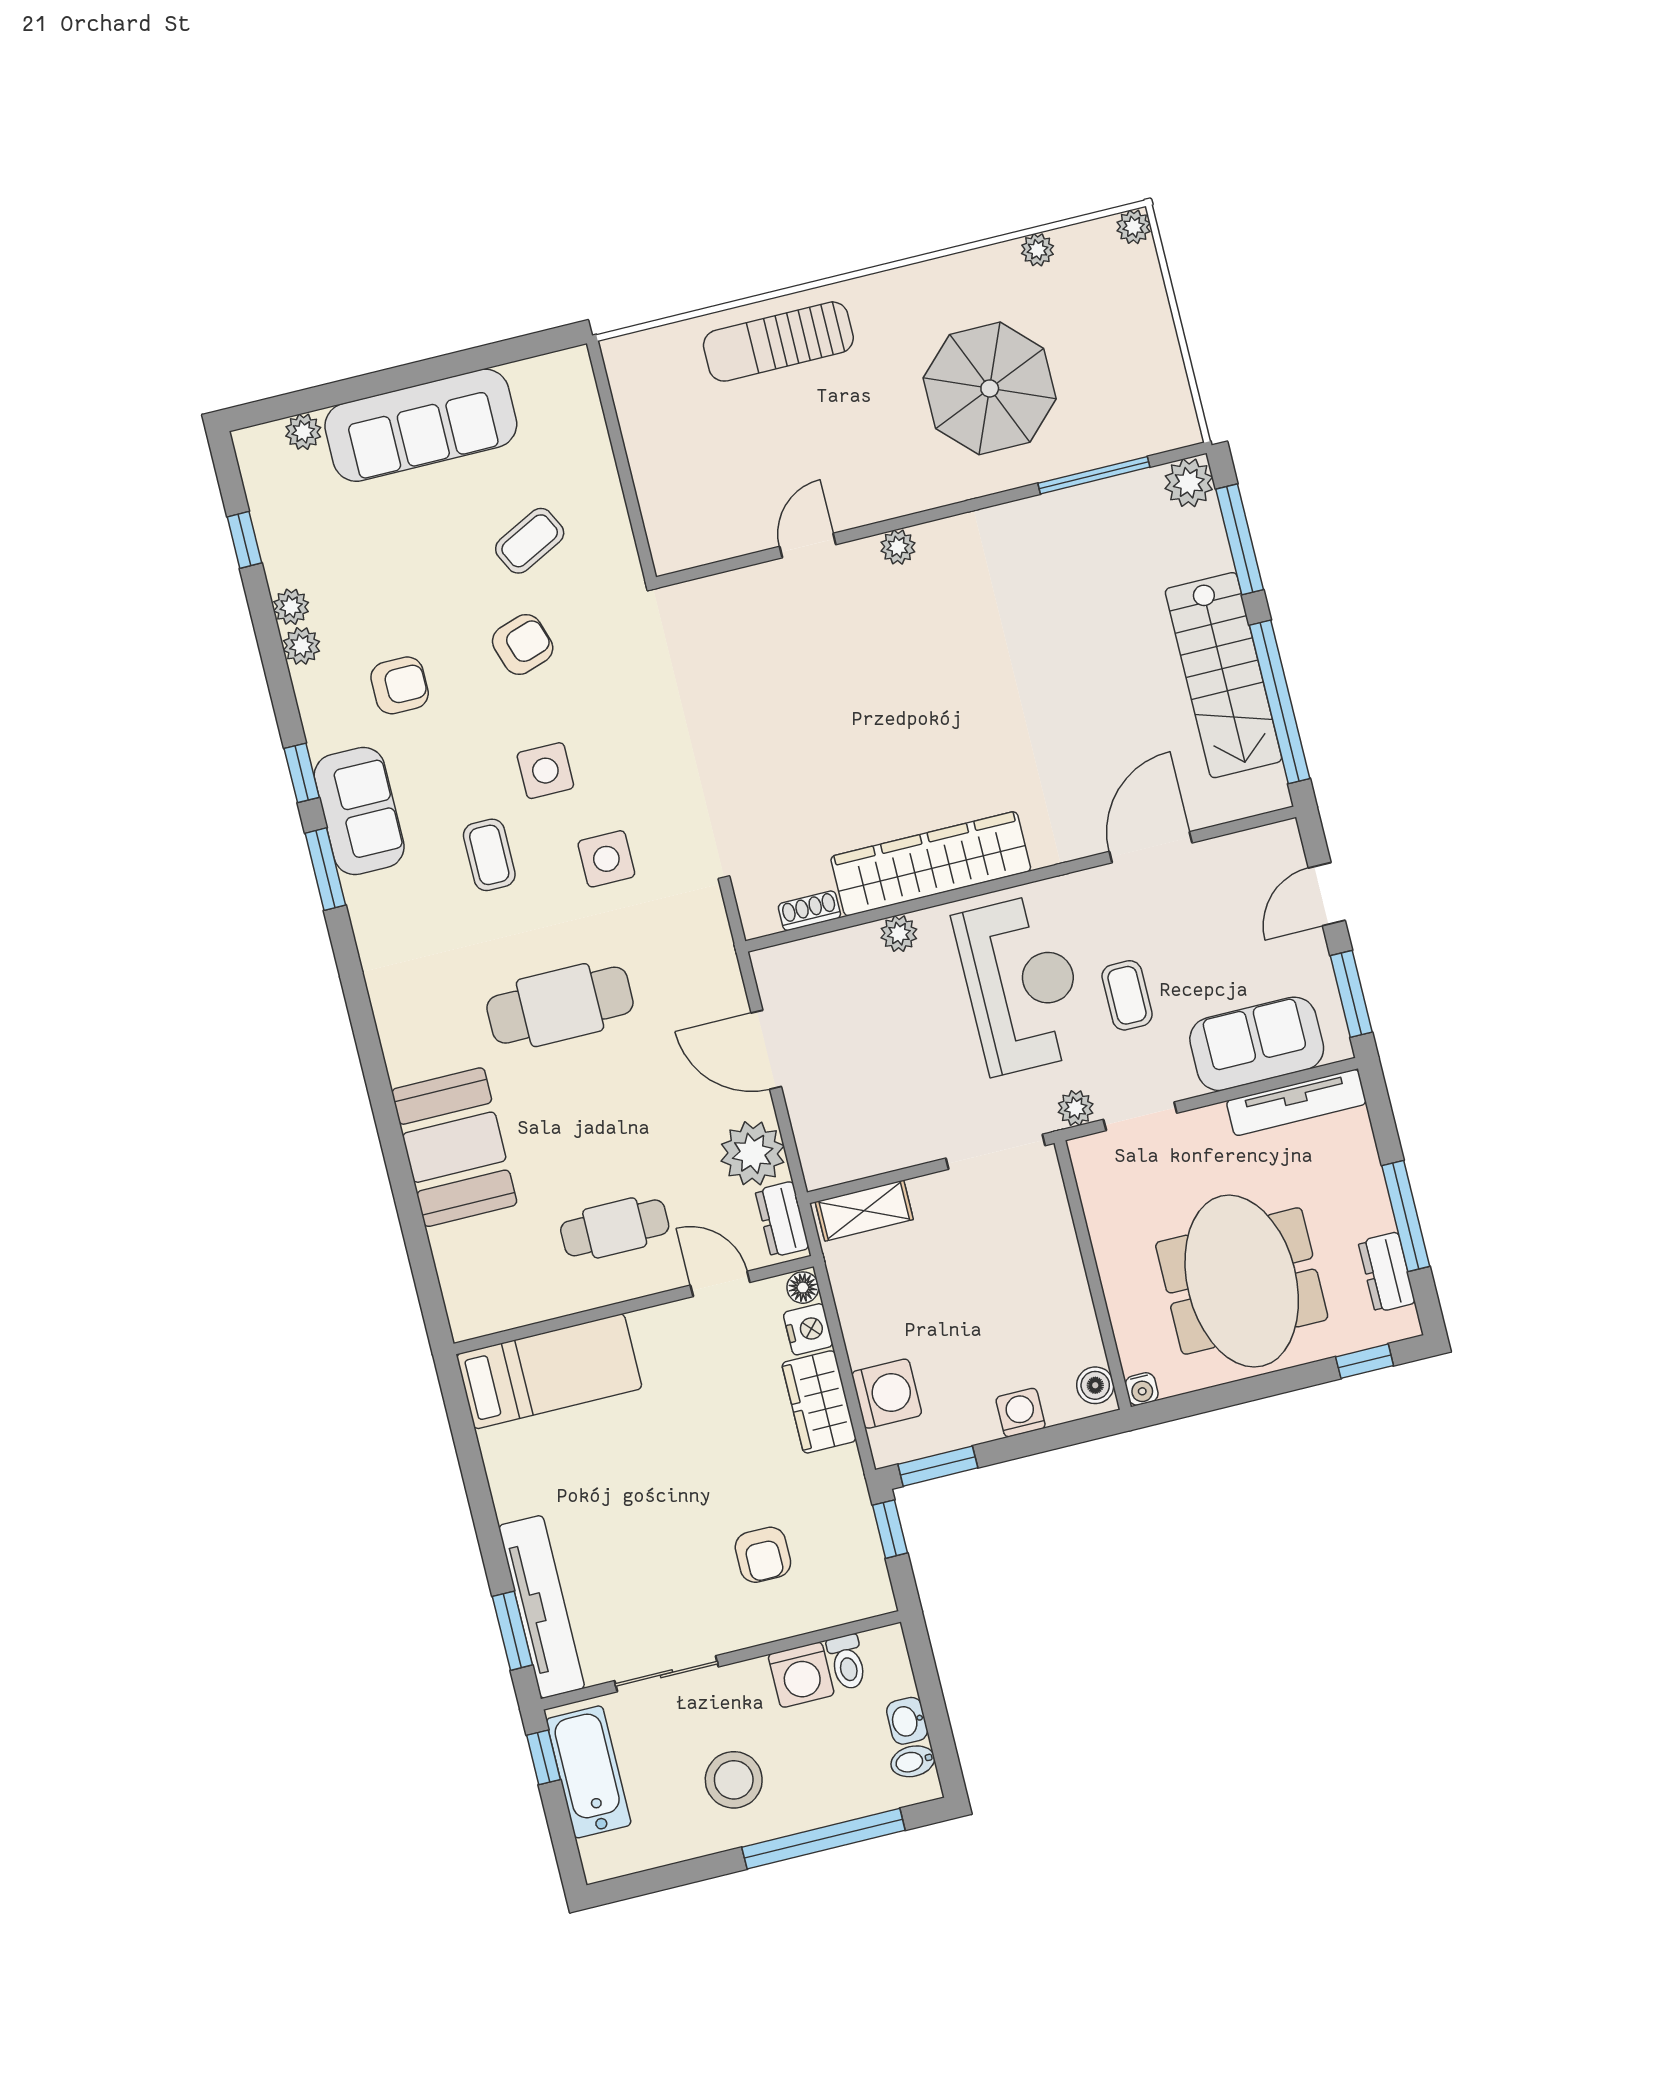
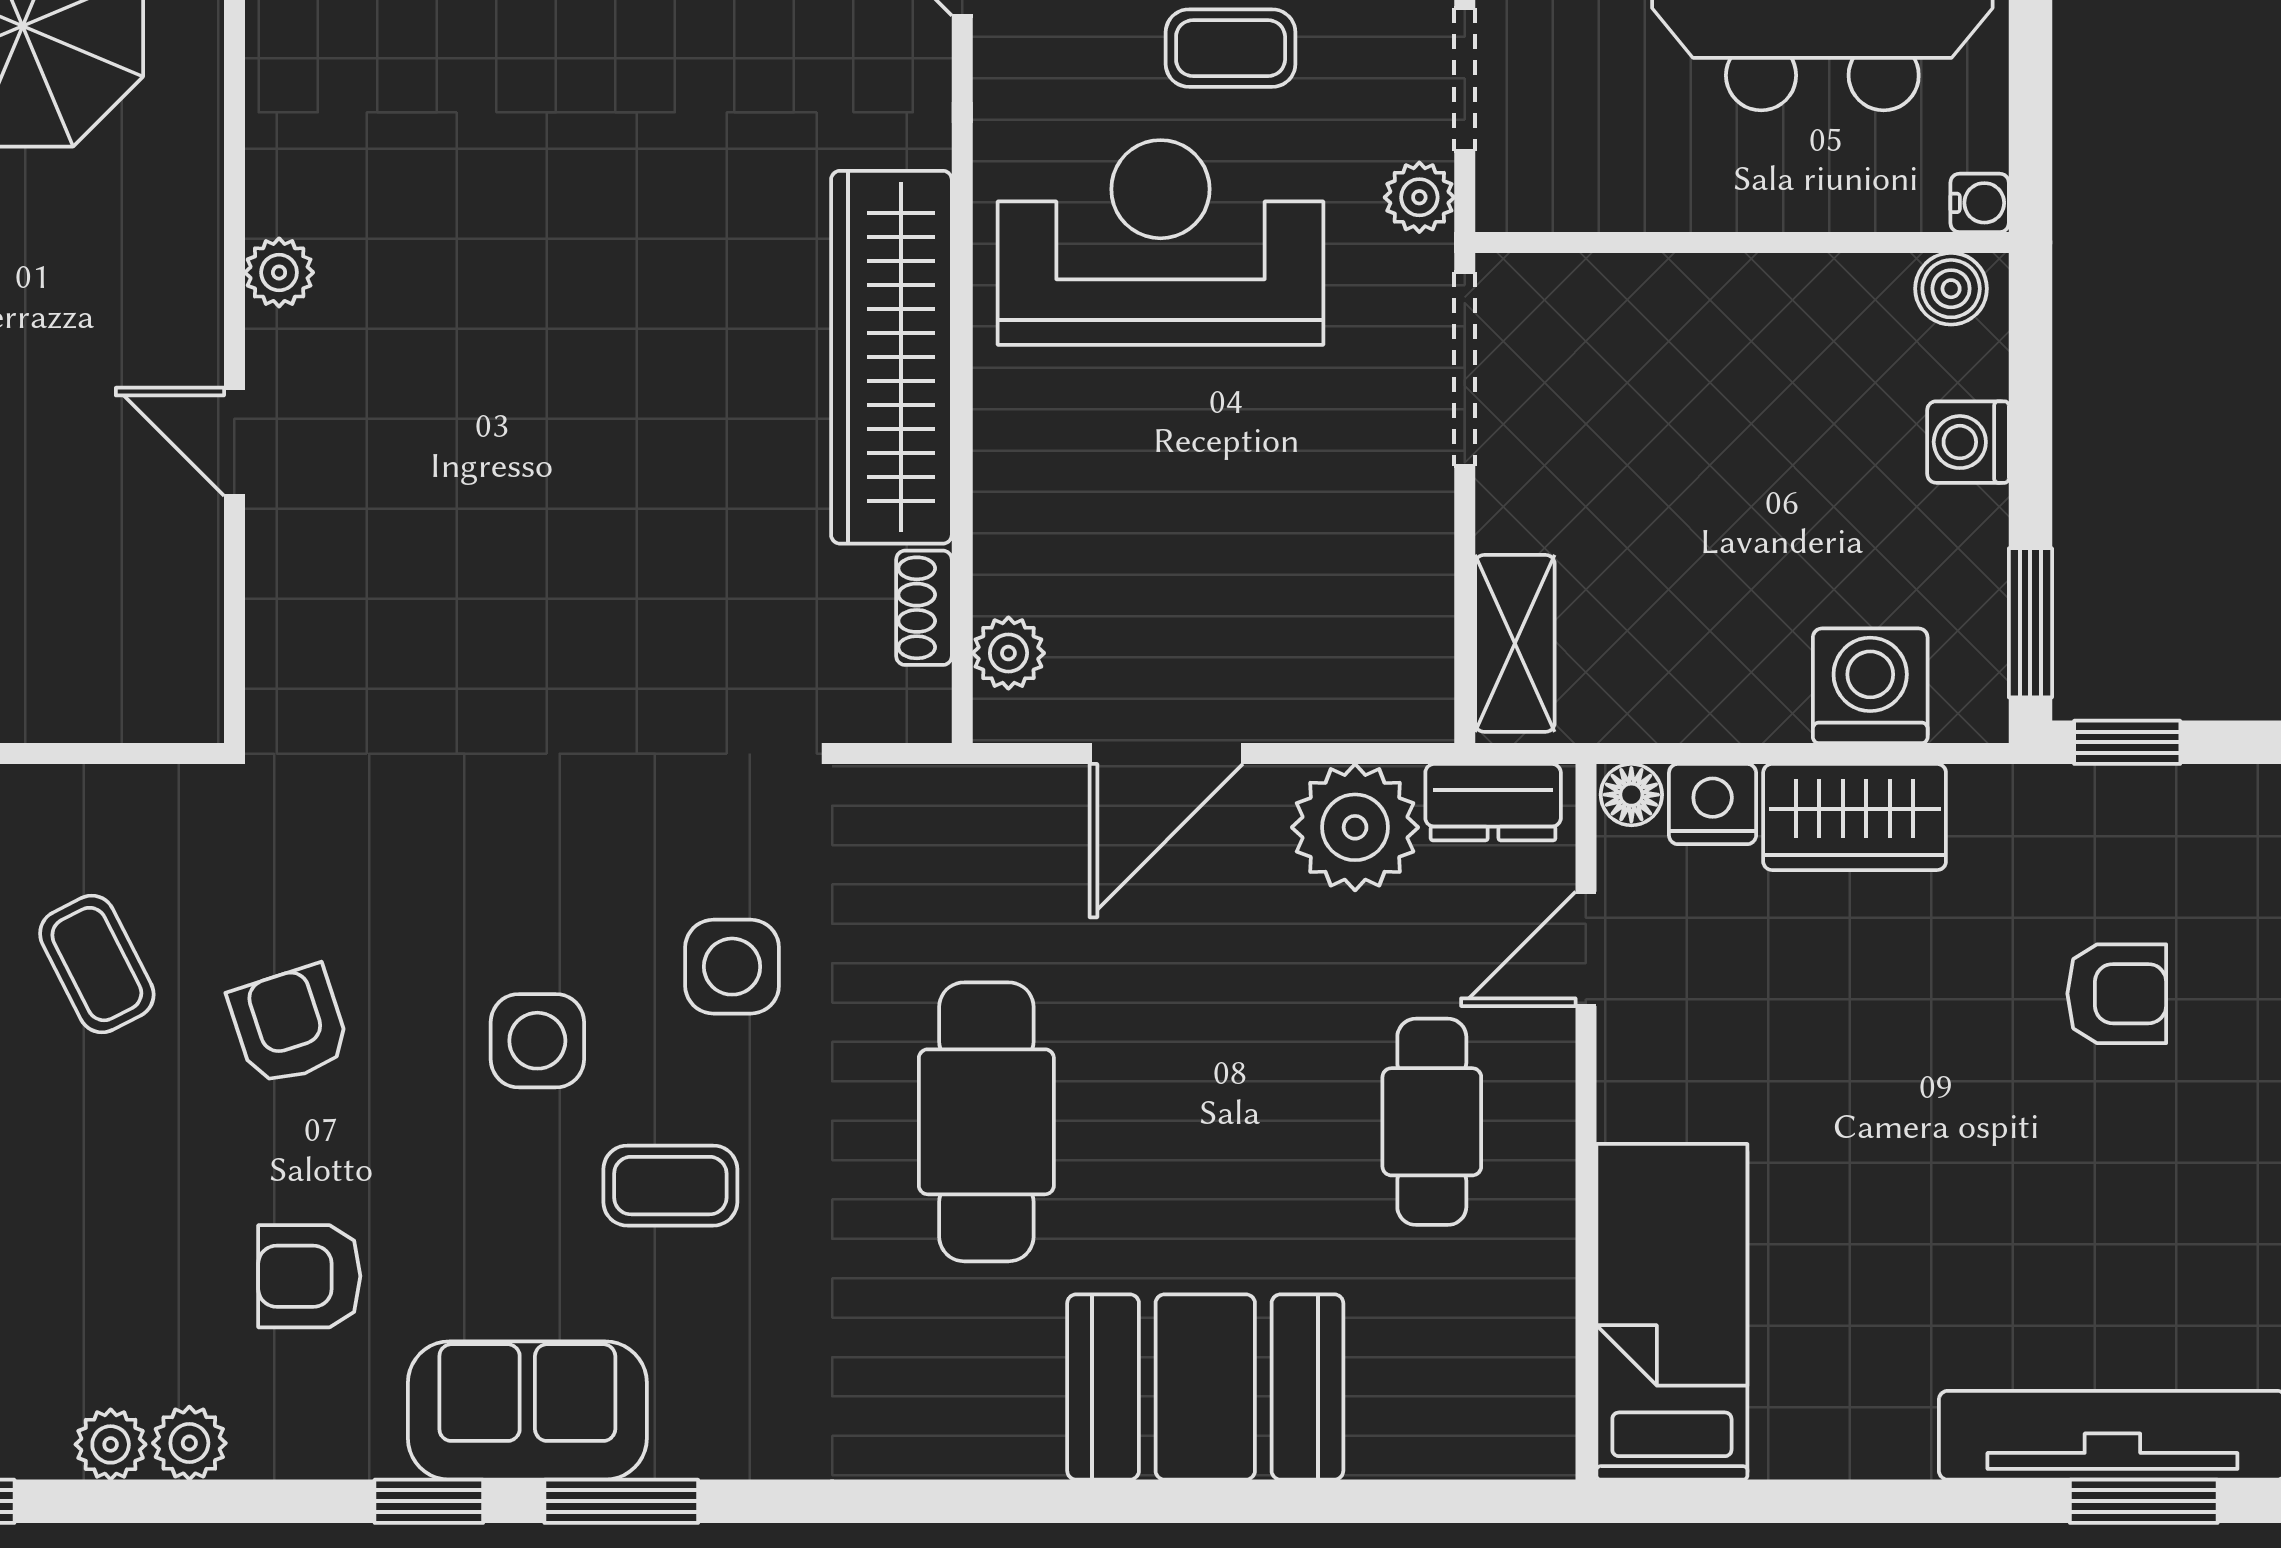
armchair: (400, 685) -> (309, 1276), turned -90
plant: (899, 934) -> (1008, 653), moved

